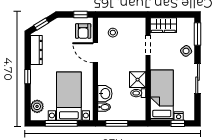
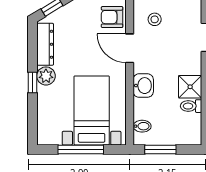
armchair: (83, 31) -> (112, 17), turned 90
washbasin: (105, 94) -> (143, 86), moved
plant: (37, 106) -> (46, 76), moved

